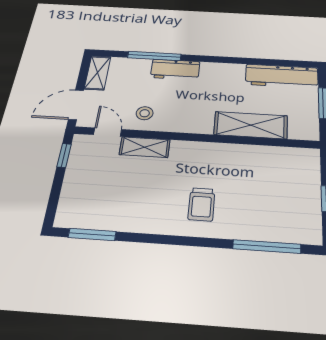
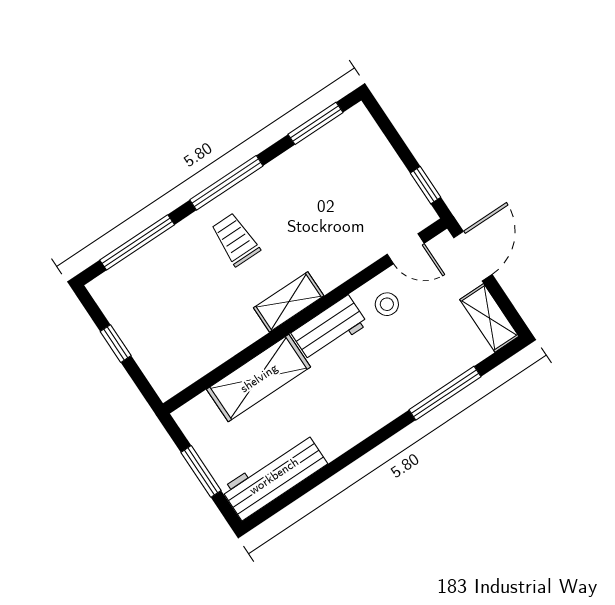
workbench: (175, 70) -> (329, 329), moved, turned 180
shelving: (145, 147) -> (289, 302), moved
window: (179, 240) -> (226, 183), added

